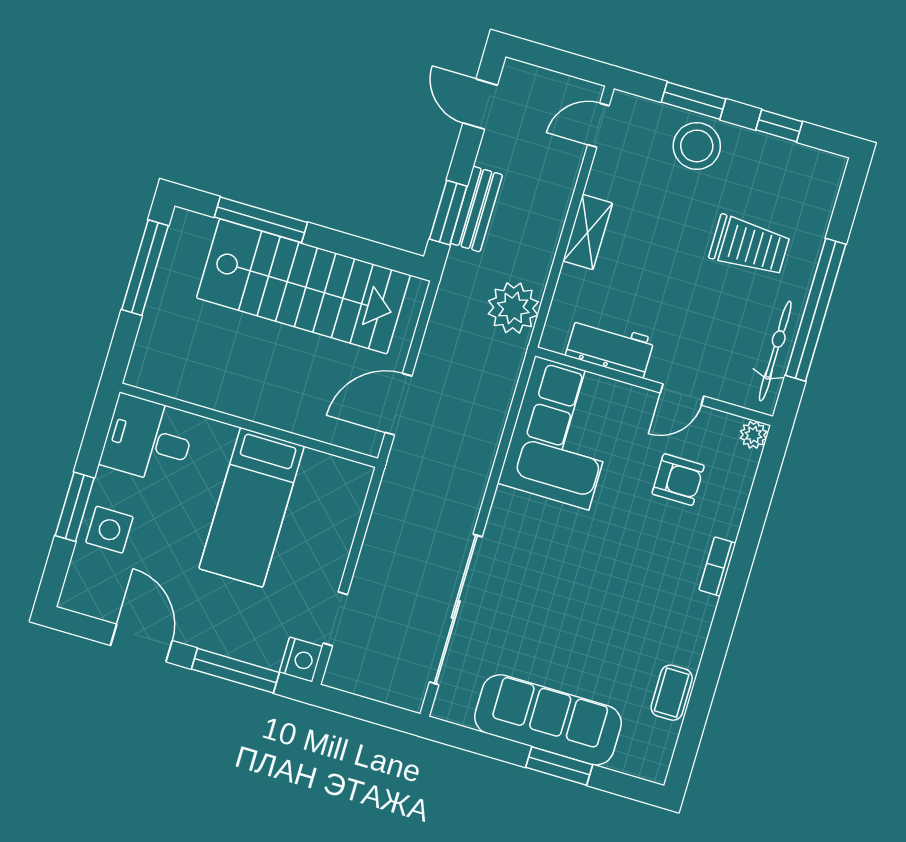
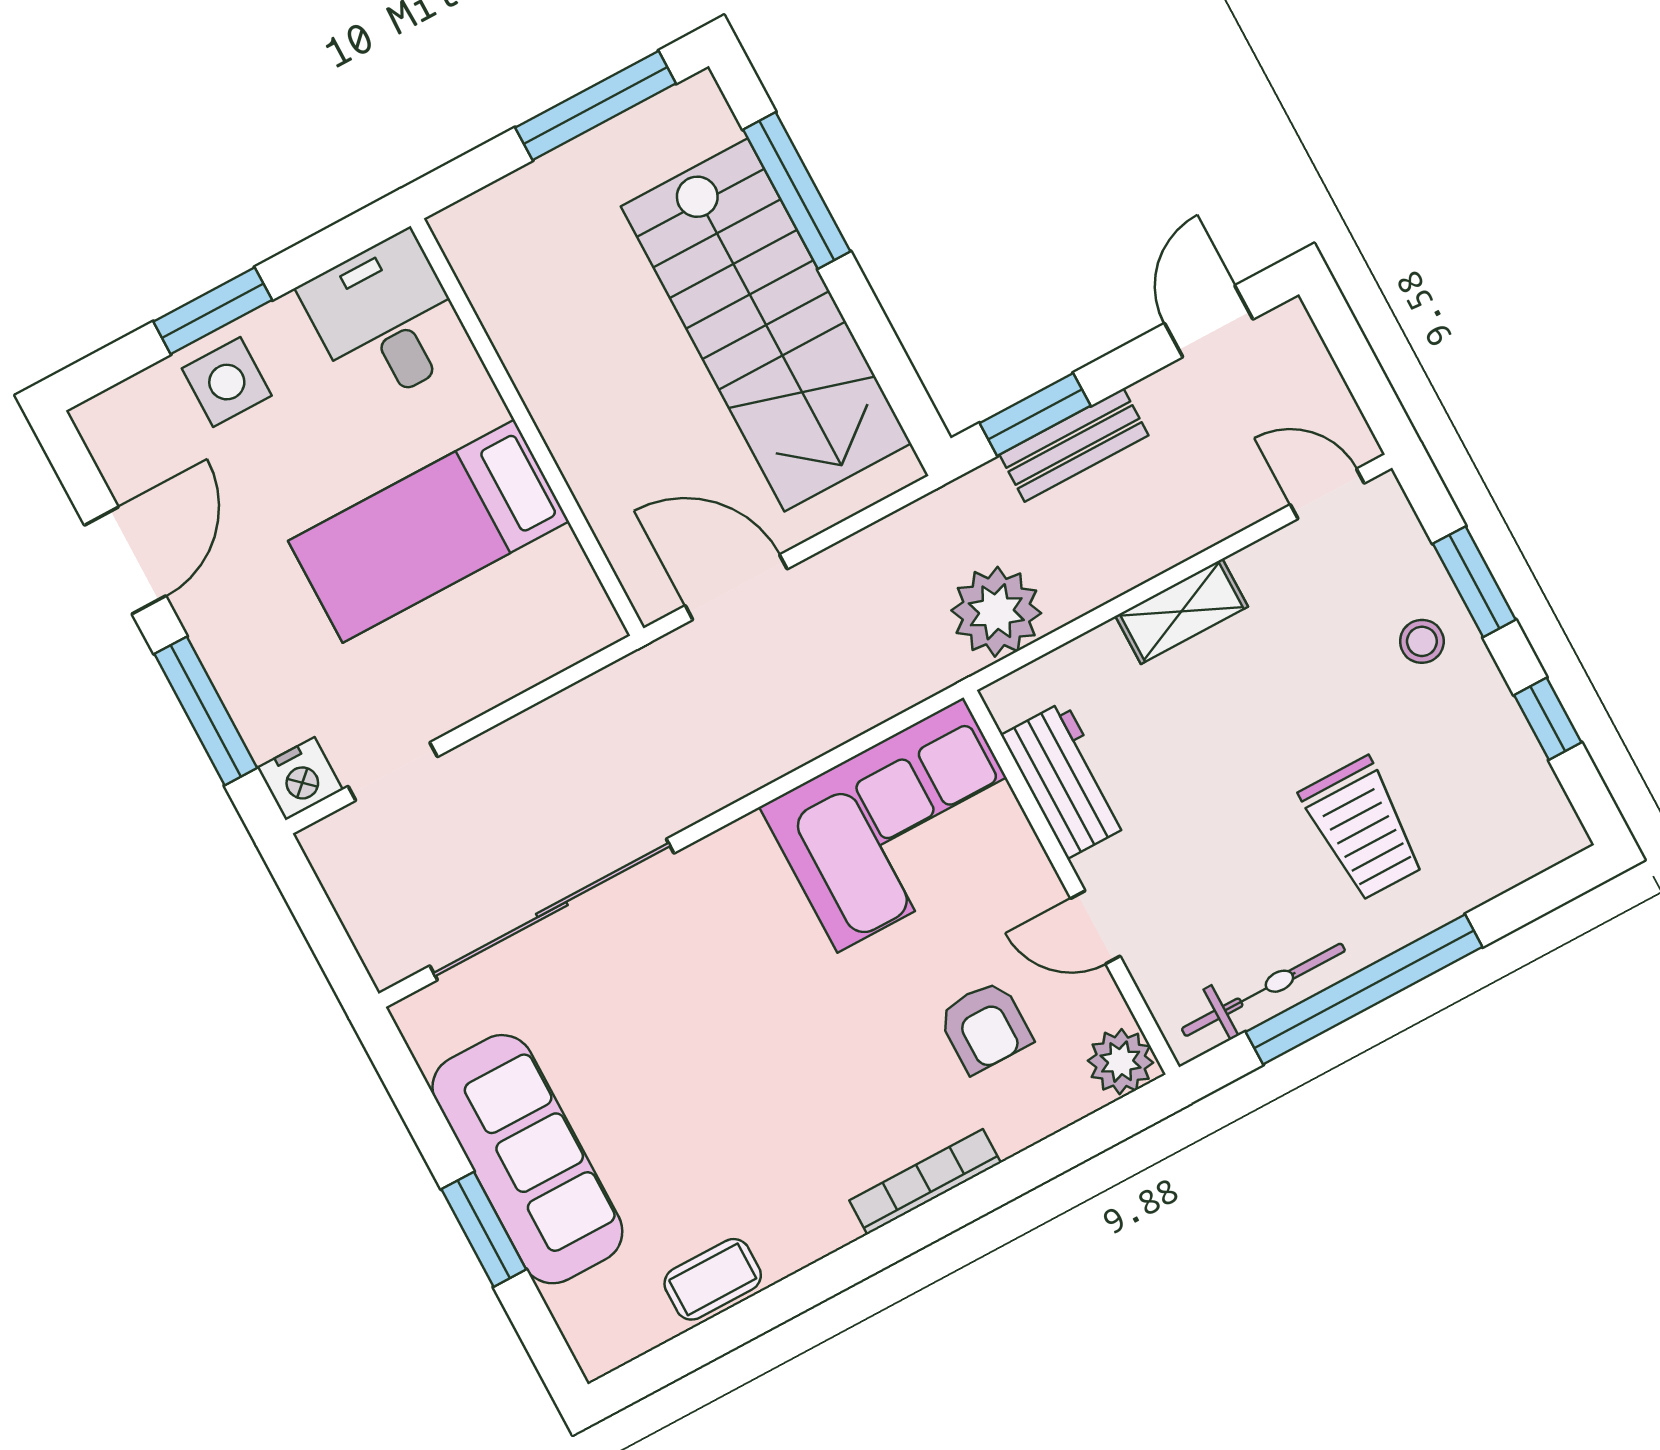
stool: (697, 146) -> (1422, 641), width x0.53, depth x0.53
plant: (753, 435) -> (1121, 1062), width x1.38, depth x1.38
bookcase: (717, 567) -> (925, 1182), width x1.56

